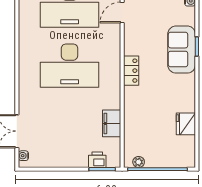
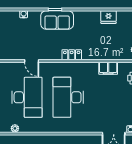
desk: (70, 66) -> (68, 97), turned 180

